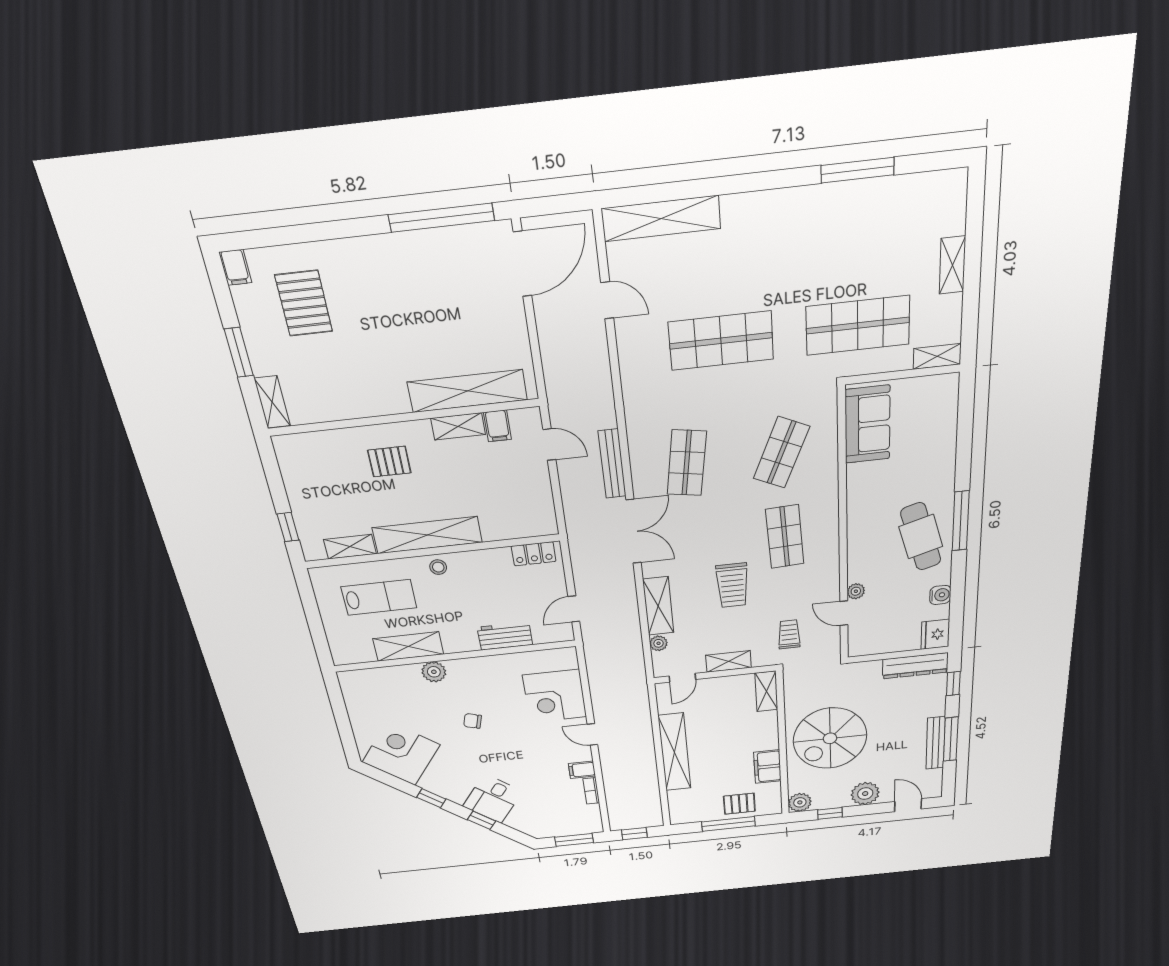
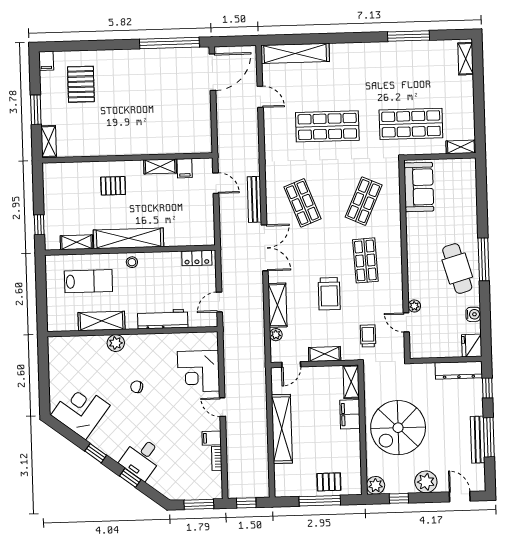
shelving: (952, 265) -> (466, 59), moved
shelving: (467, 391) -> (169, 145), removed
shop shelf: (687, 463) -> (302, 203), turned -30
workbench: (505, 636) -> (163, 319), width x1.38
filing cabinet: (767, 767) -> (350, 414), moved

